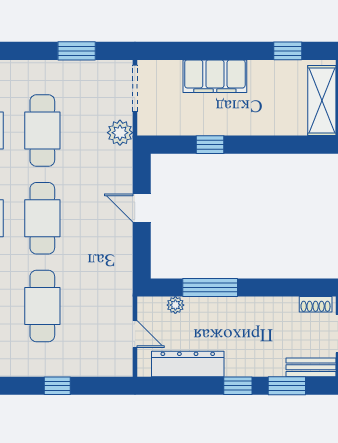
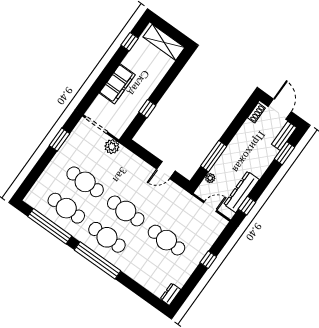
door: (142, 208) -> (166, 170), moved
window: (238, 386) -> (247, 206), moved

